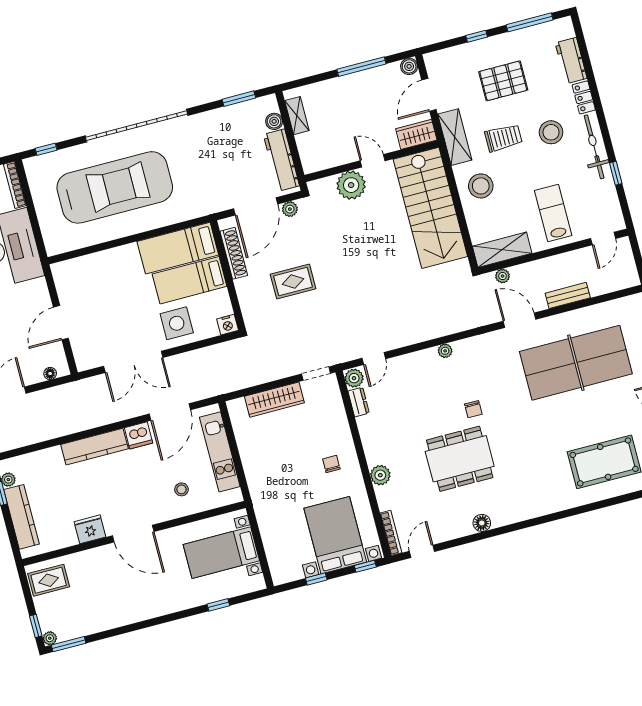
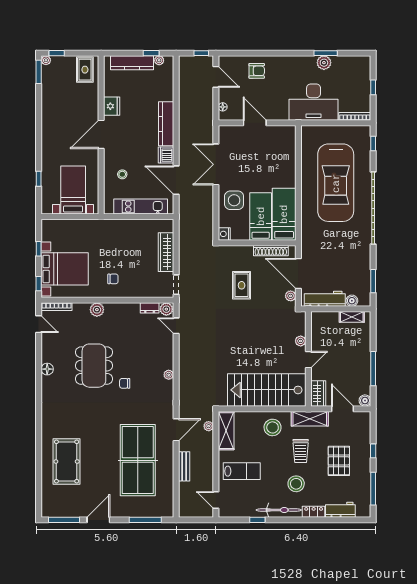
plant: (351, 185) -> (301, 341), width x0.53, depth x0.53

